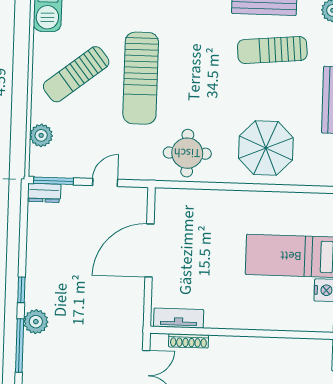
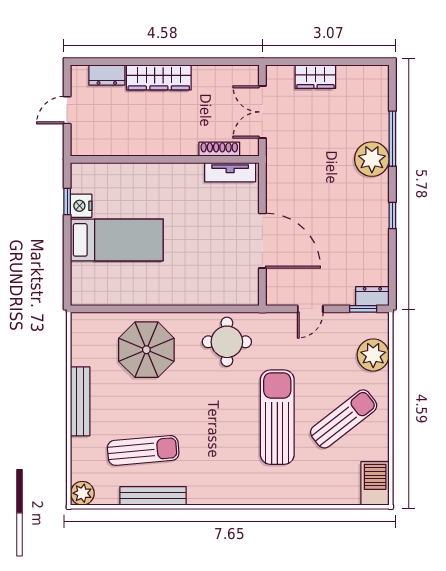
plant: (41, 135) -> (373, 355), width x1.36, depth x1.36
window: (54, 181) -> (363, 309), width x0.67
door: (149, 250) -> (262, 241), hinge flipped
window: (21, 290) -> (392, 215), moved
plant: (36, 322) -> (372, 159), width x1.36, depth x1.36

